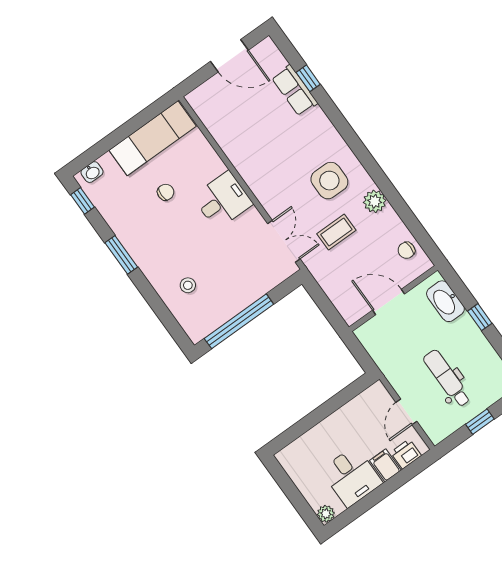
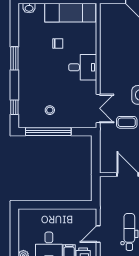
window: (82, 201) -> (14, 107), moved
stool: (188, 285) -> (50, 110), moved

